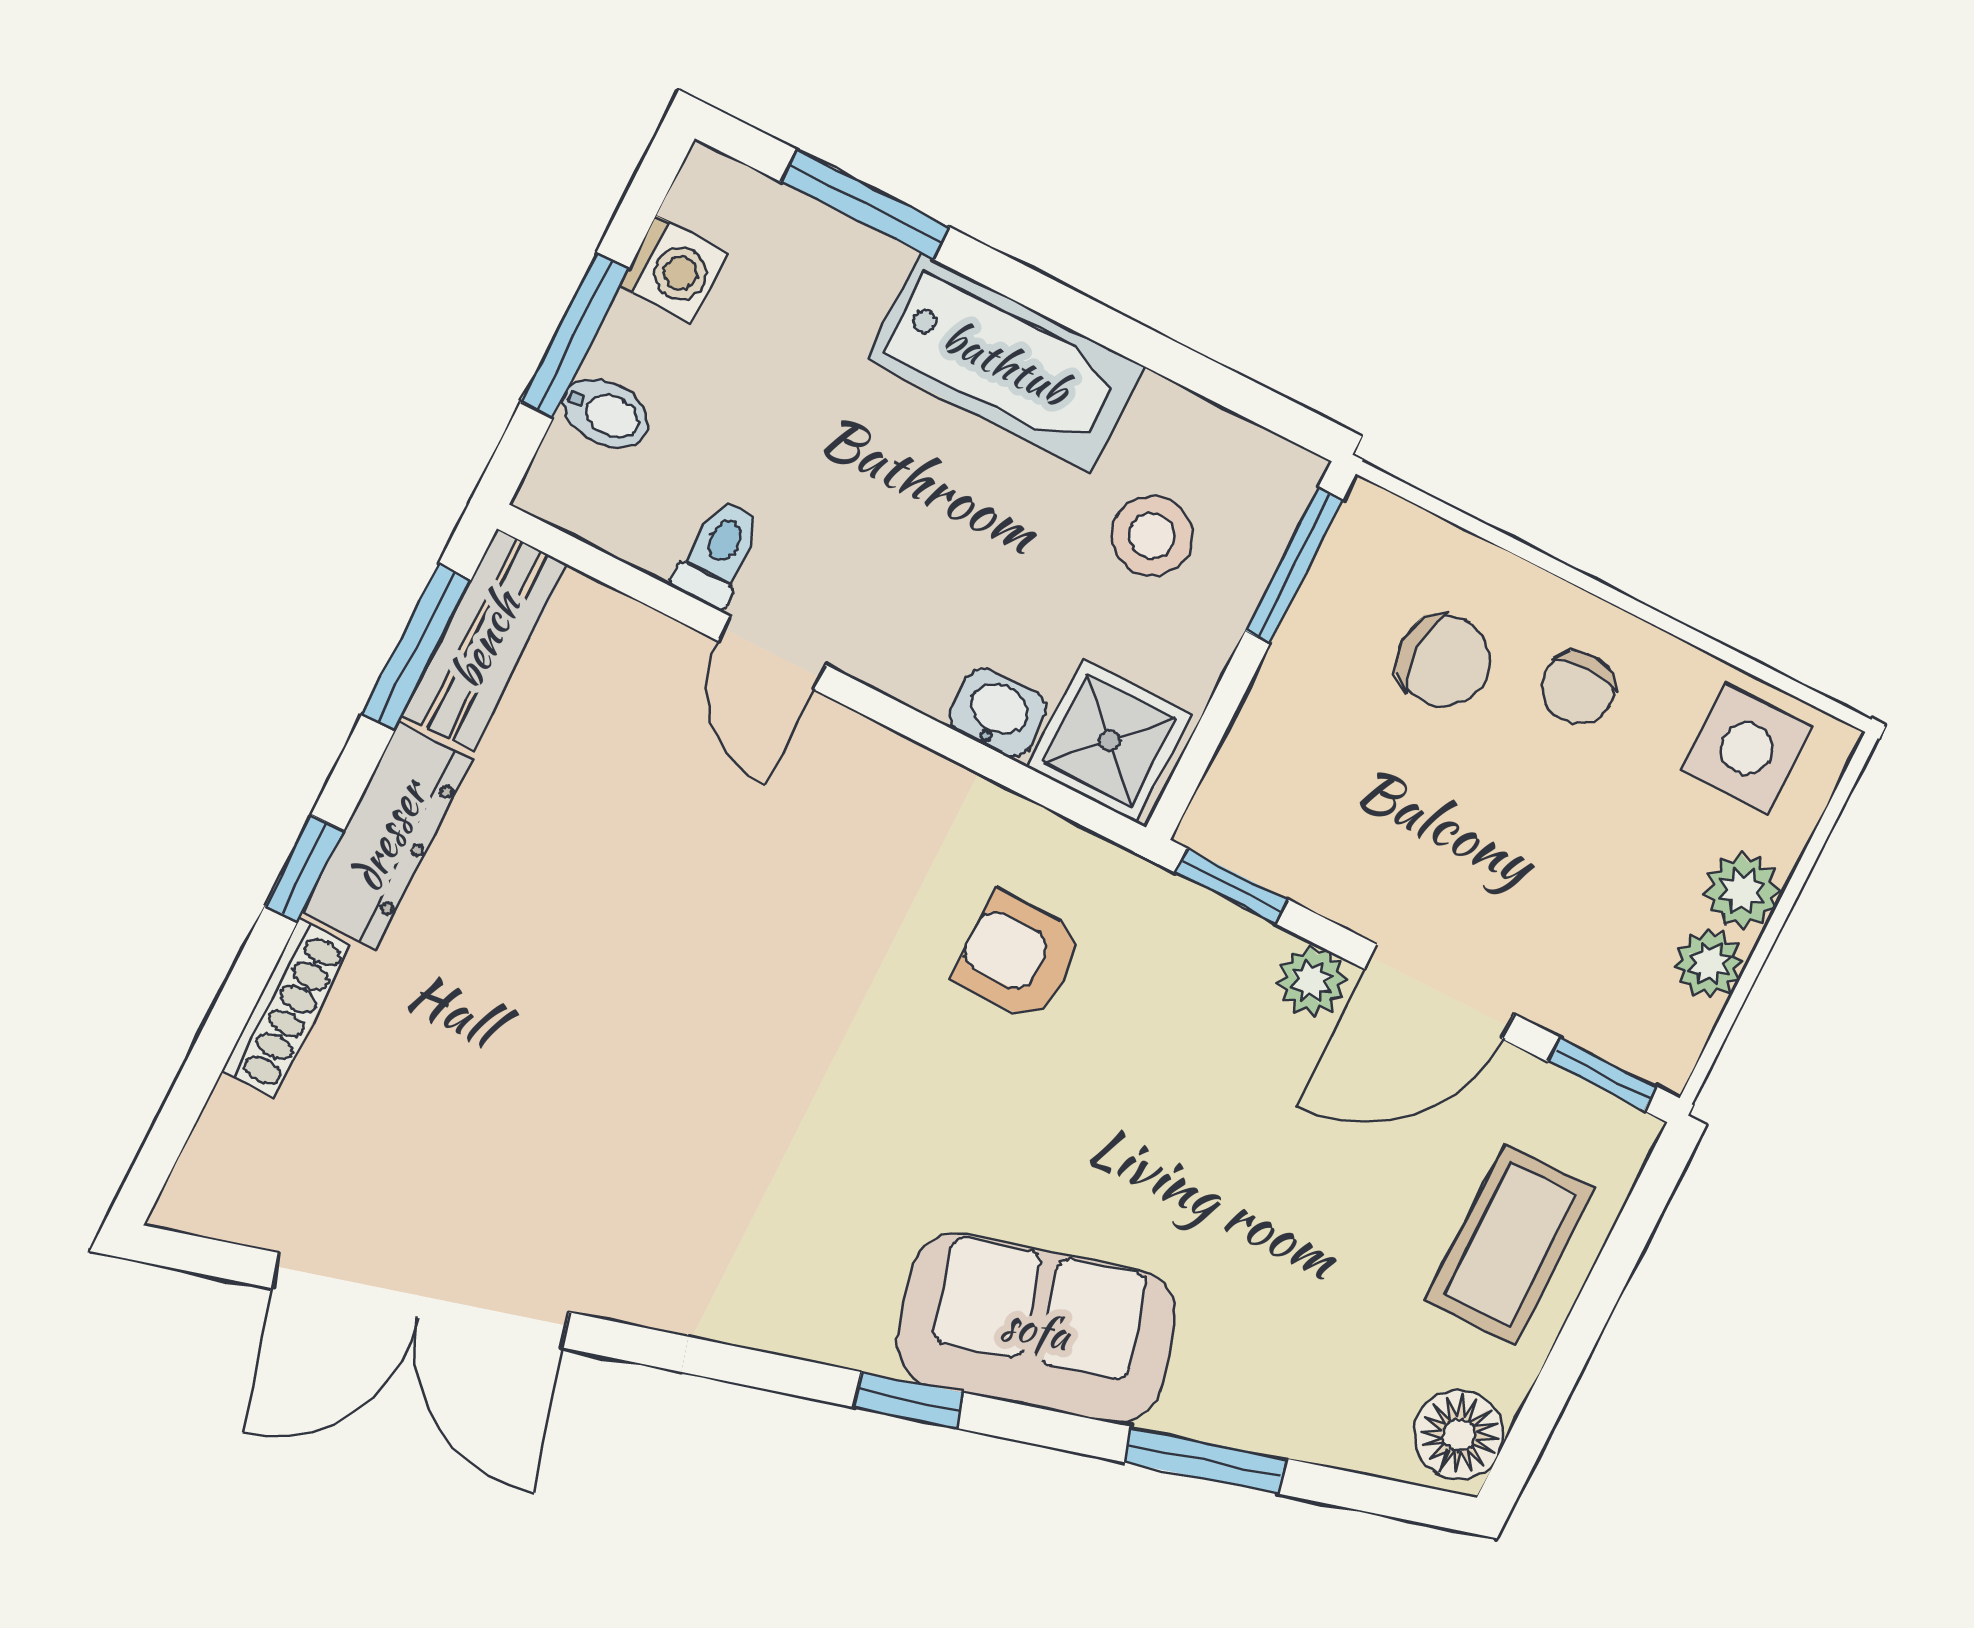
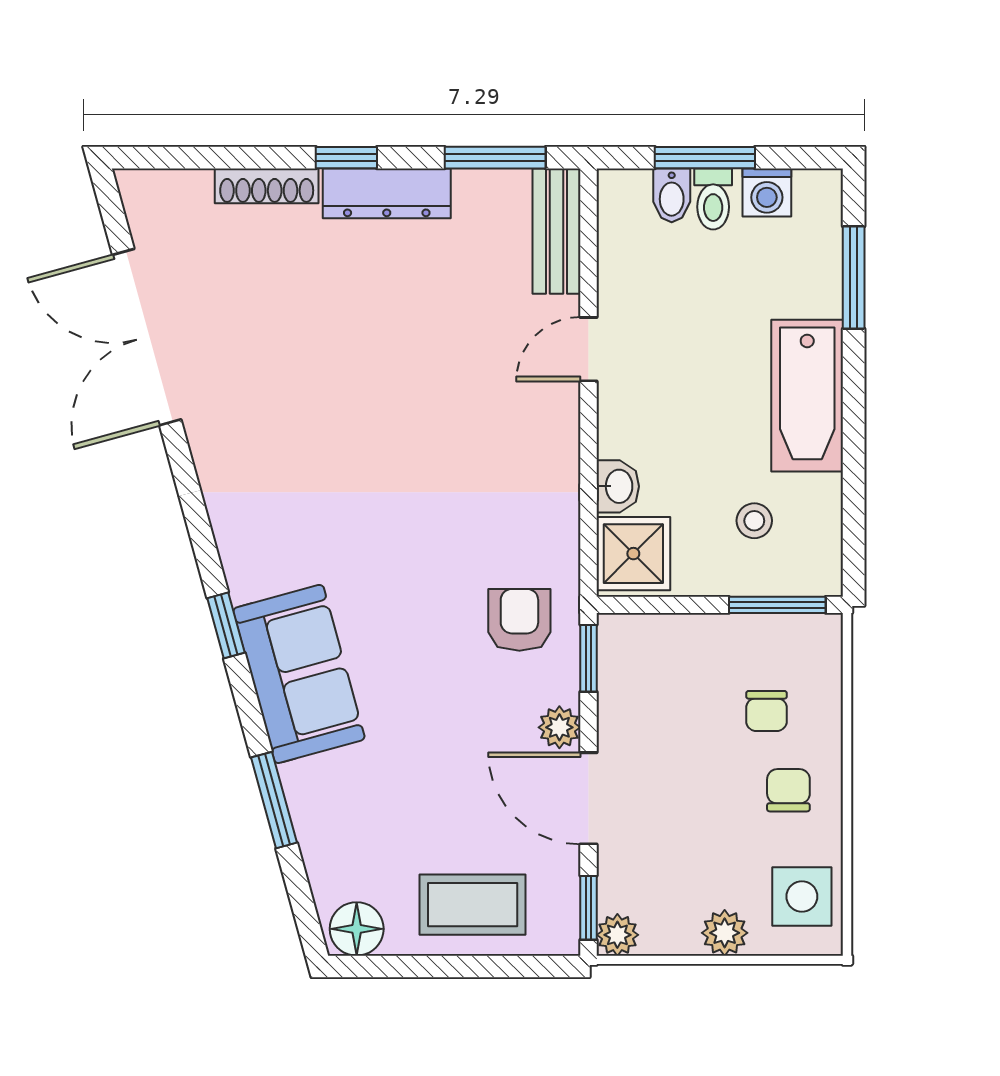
stool: (1152, 536) -> (754, 521), width x0.73, depth x0.73
toilet: (718, 553) -> (713, 199), moved, turned 90
bench: (485, 640) -> (557, 231), moved, turned 90
chair: (1444, 661) -> (766, 711), width x0.73, depth x0.73
chair: (1578, 688) -> (788, 790), turned 90
armchair: (1018, 957) -> (519, 620), moved
plant: (1709, 964) -> (617, 935), moved

